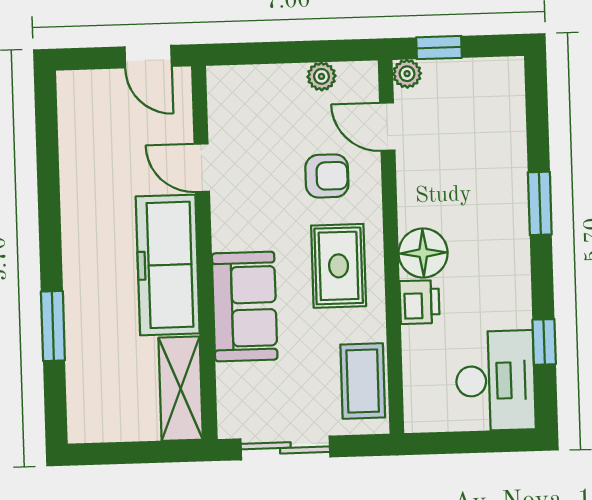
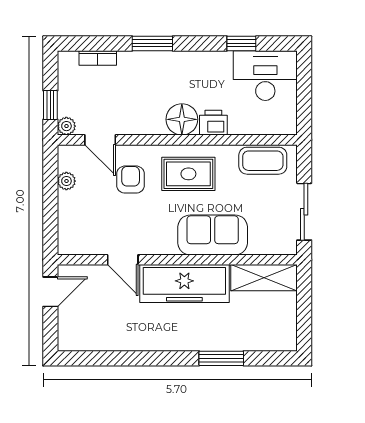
bookcase: (515, 119) -> (98, 58), added
door: (387, 127) -> (100, 140), hinge flipped
door: (202, 168) -> (123, 260), hinge flipped

